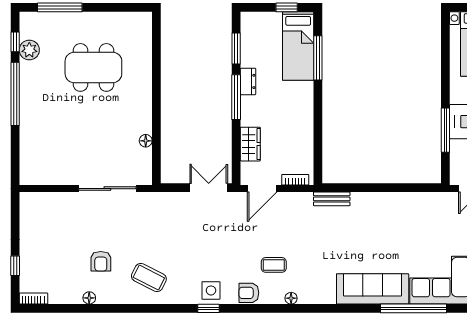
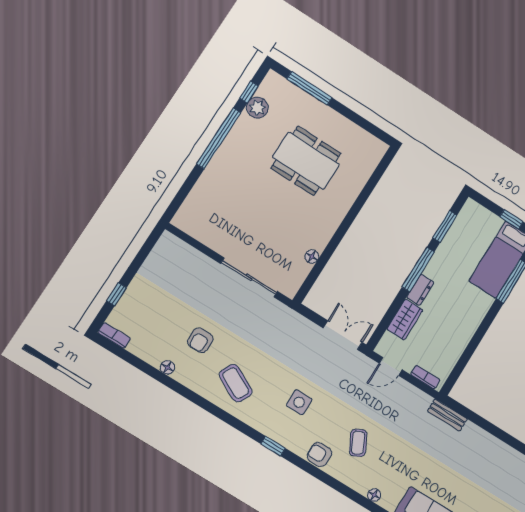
dresser: (248, 81) -> (420, 290), moved
door: (262, 189) -> (391, 366), width x0.73
coffee table: (274, 265) -> (358, 443), turned 63
side table: (211, 290) -> (299, 402), moved
floor lamp: (291, 298) -> (374, 495), moved

